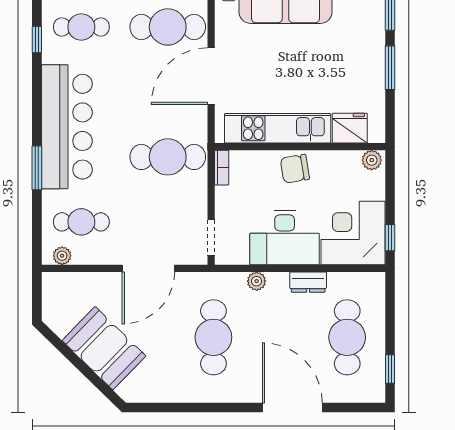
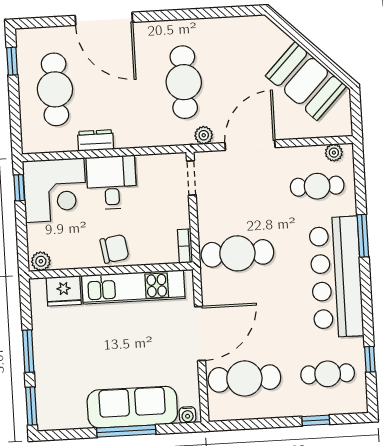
desk: (285, 238) -> (112, 183), width x0.73
plant: (257, 281) -> (204, 135), moved
booth: (104, 348) -> (306, 81), moved

